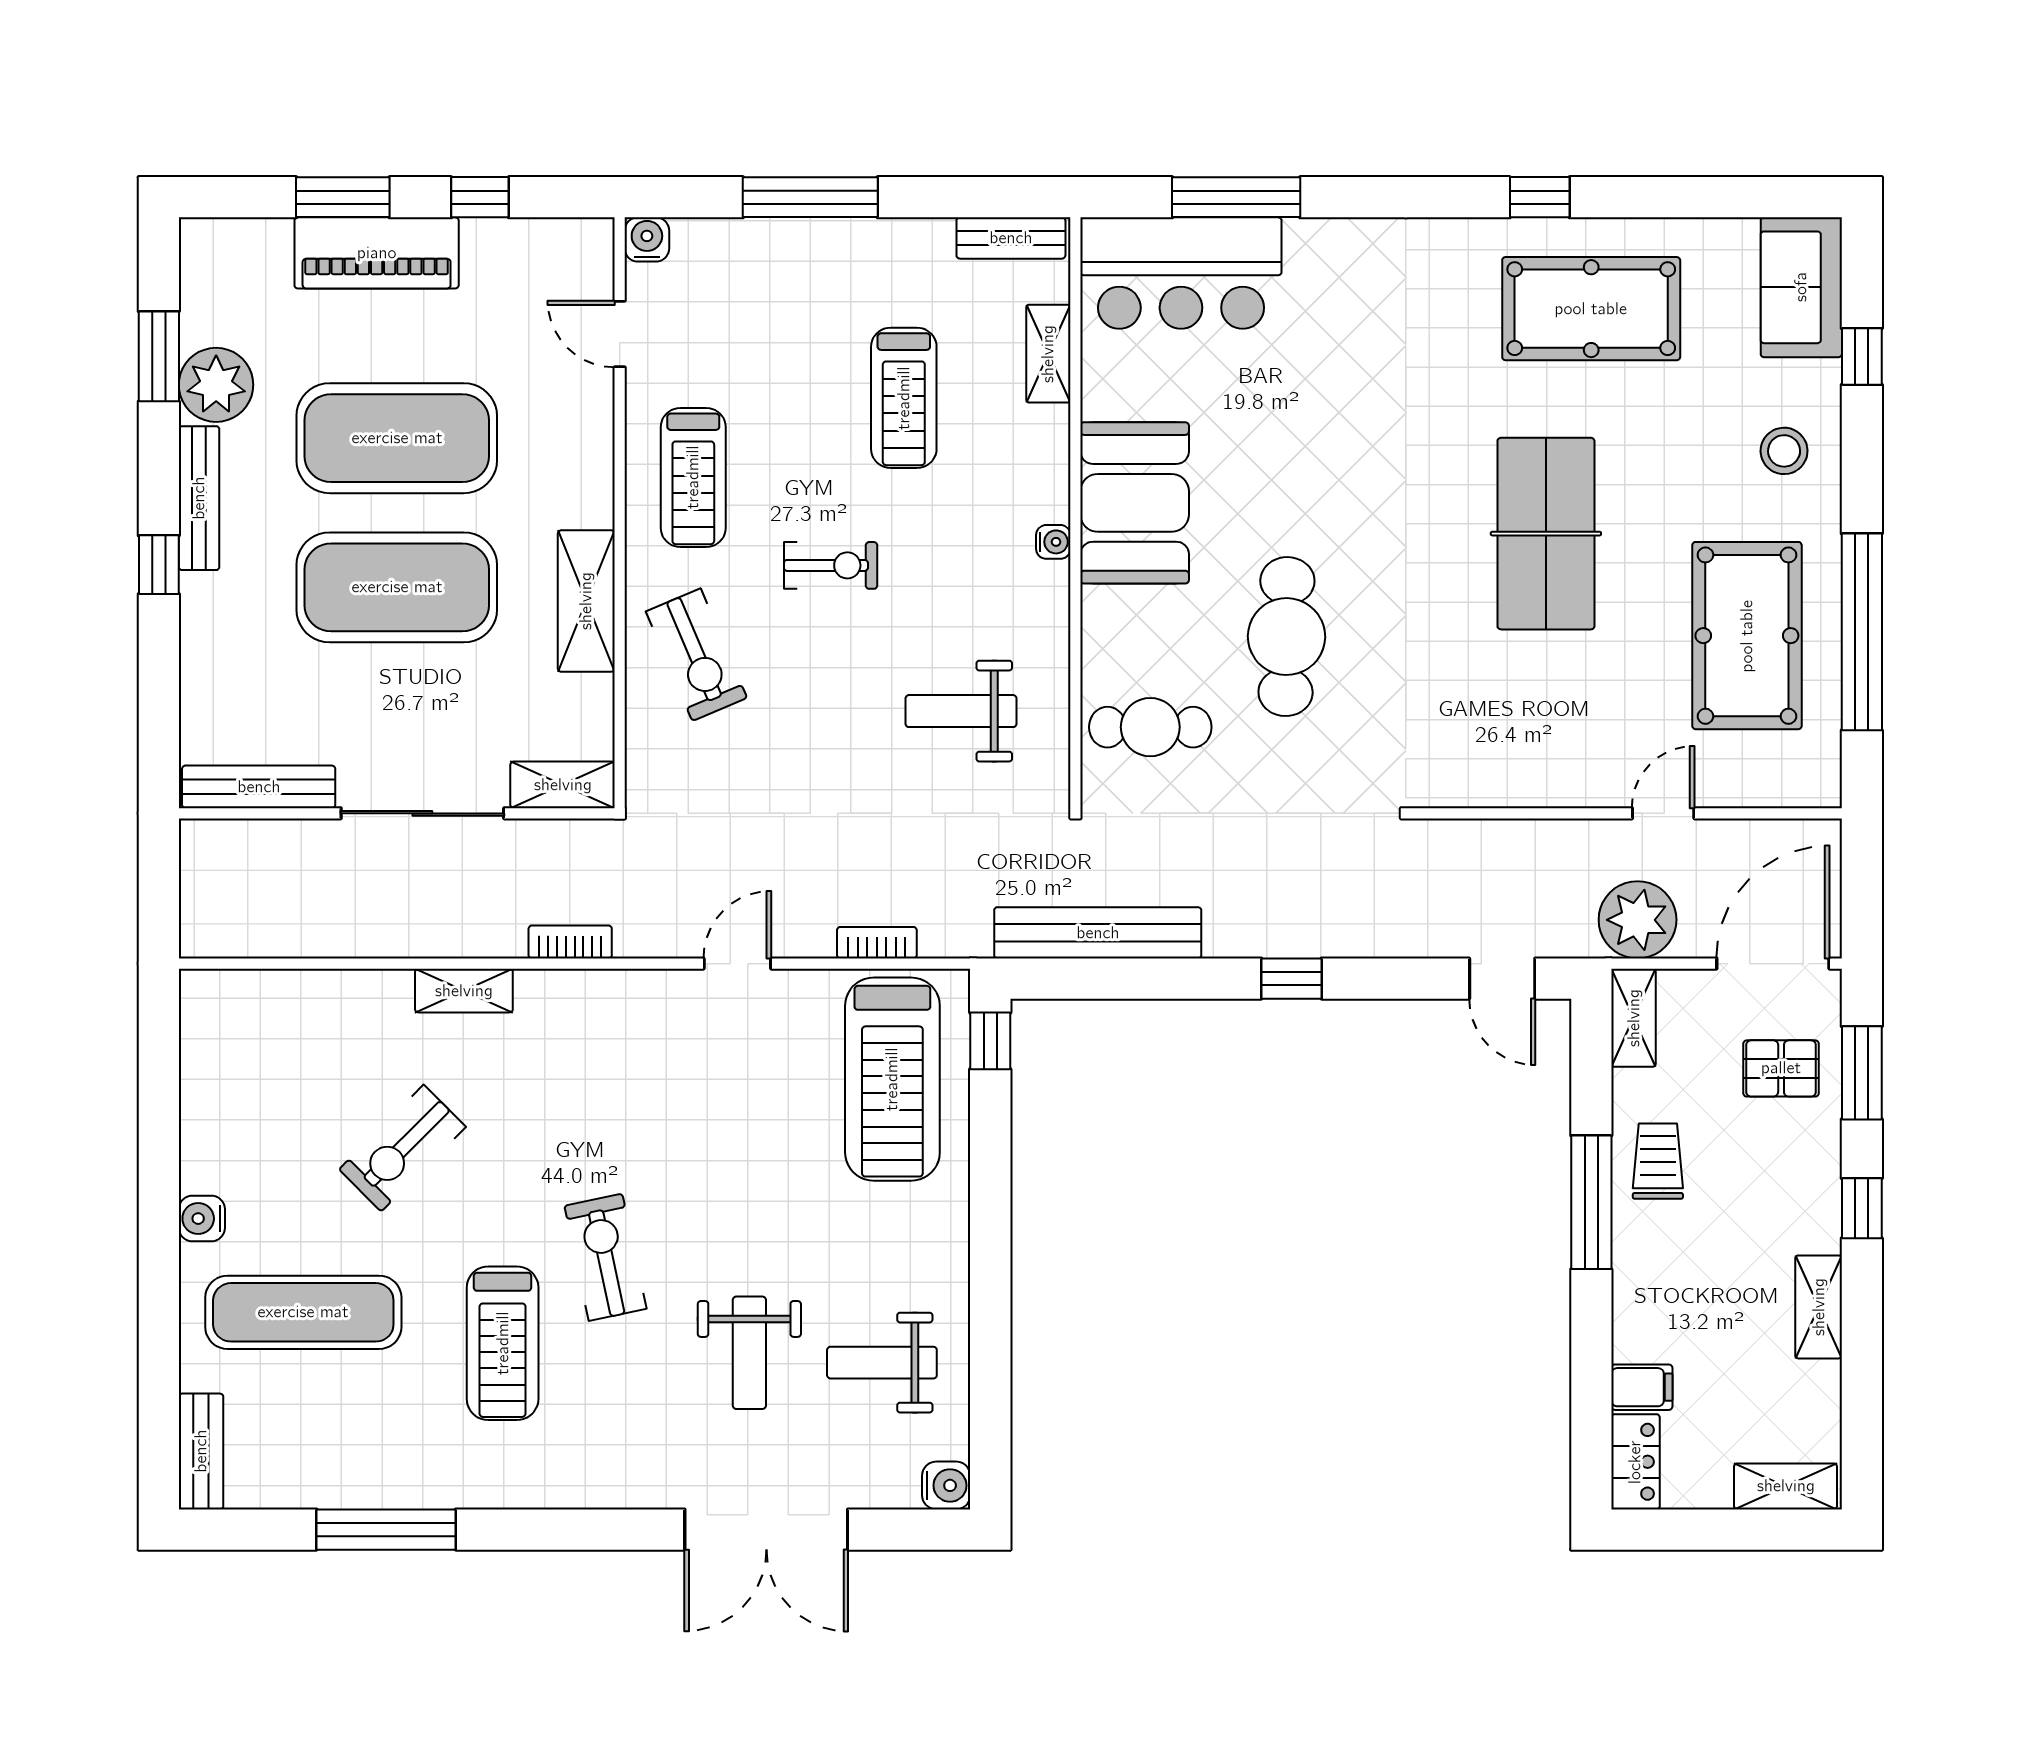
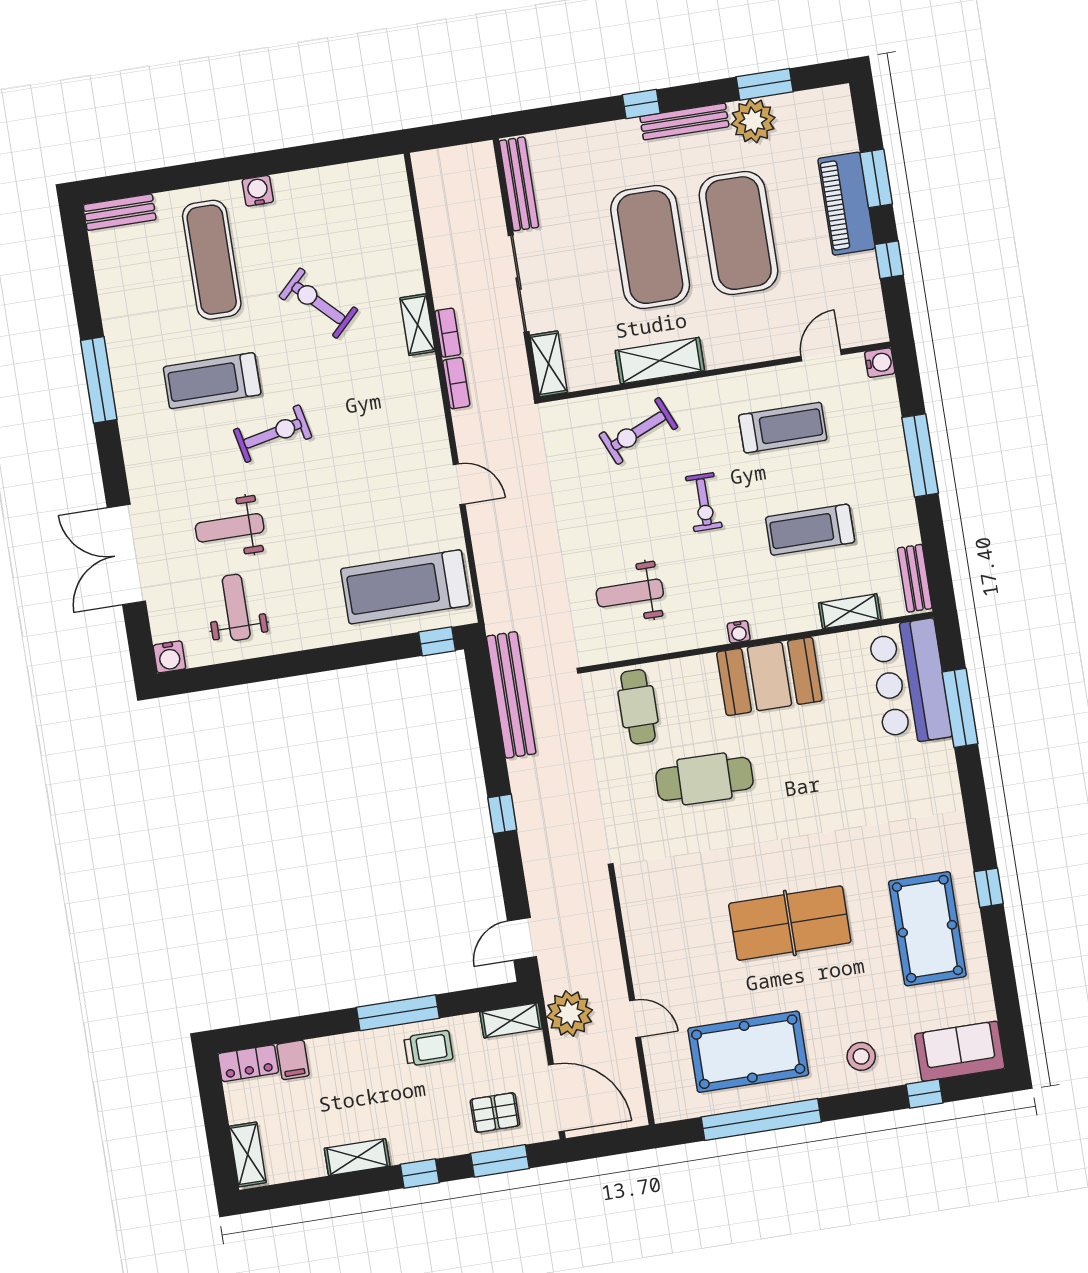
treadmill: (693, 477) -> (783, 428), moved, turned 180
weight bench: (961, 711) -> (630, 593), turned -90
bookcase: (877, 943) -> (448, 333), moved
pallet: (1781, 1068) -> (495, 1113), turned 90
window: (386, 1530) -> (99, 380), moved

